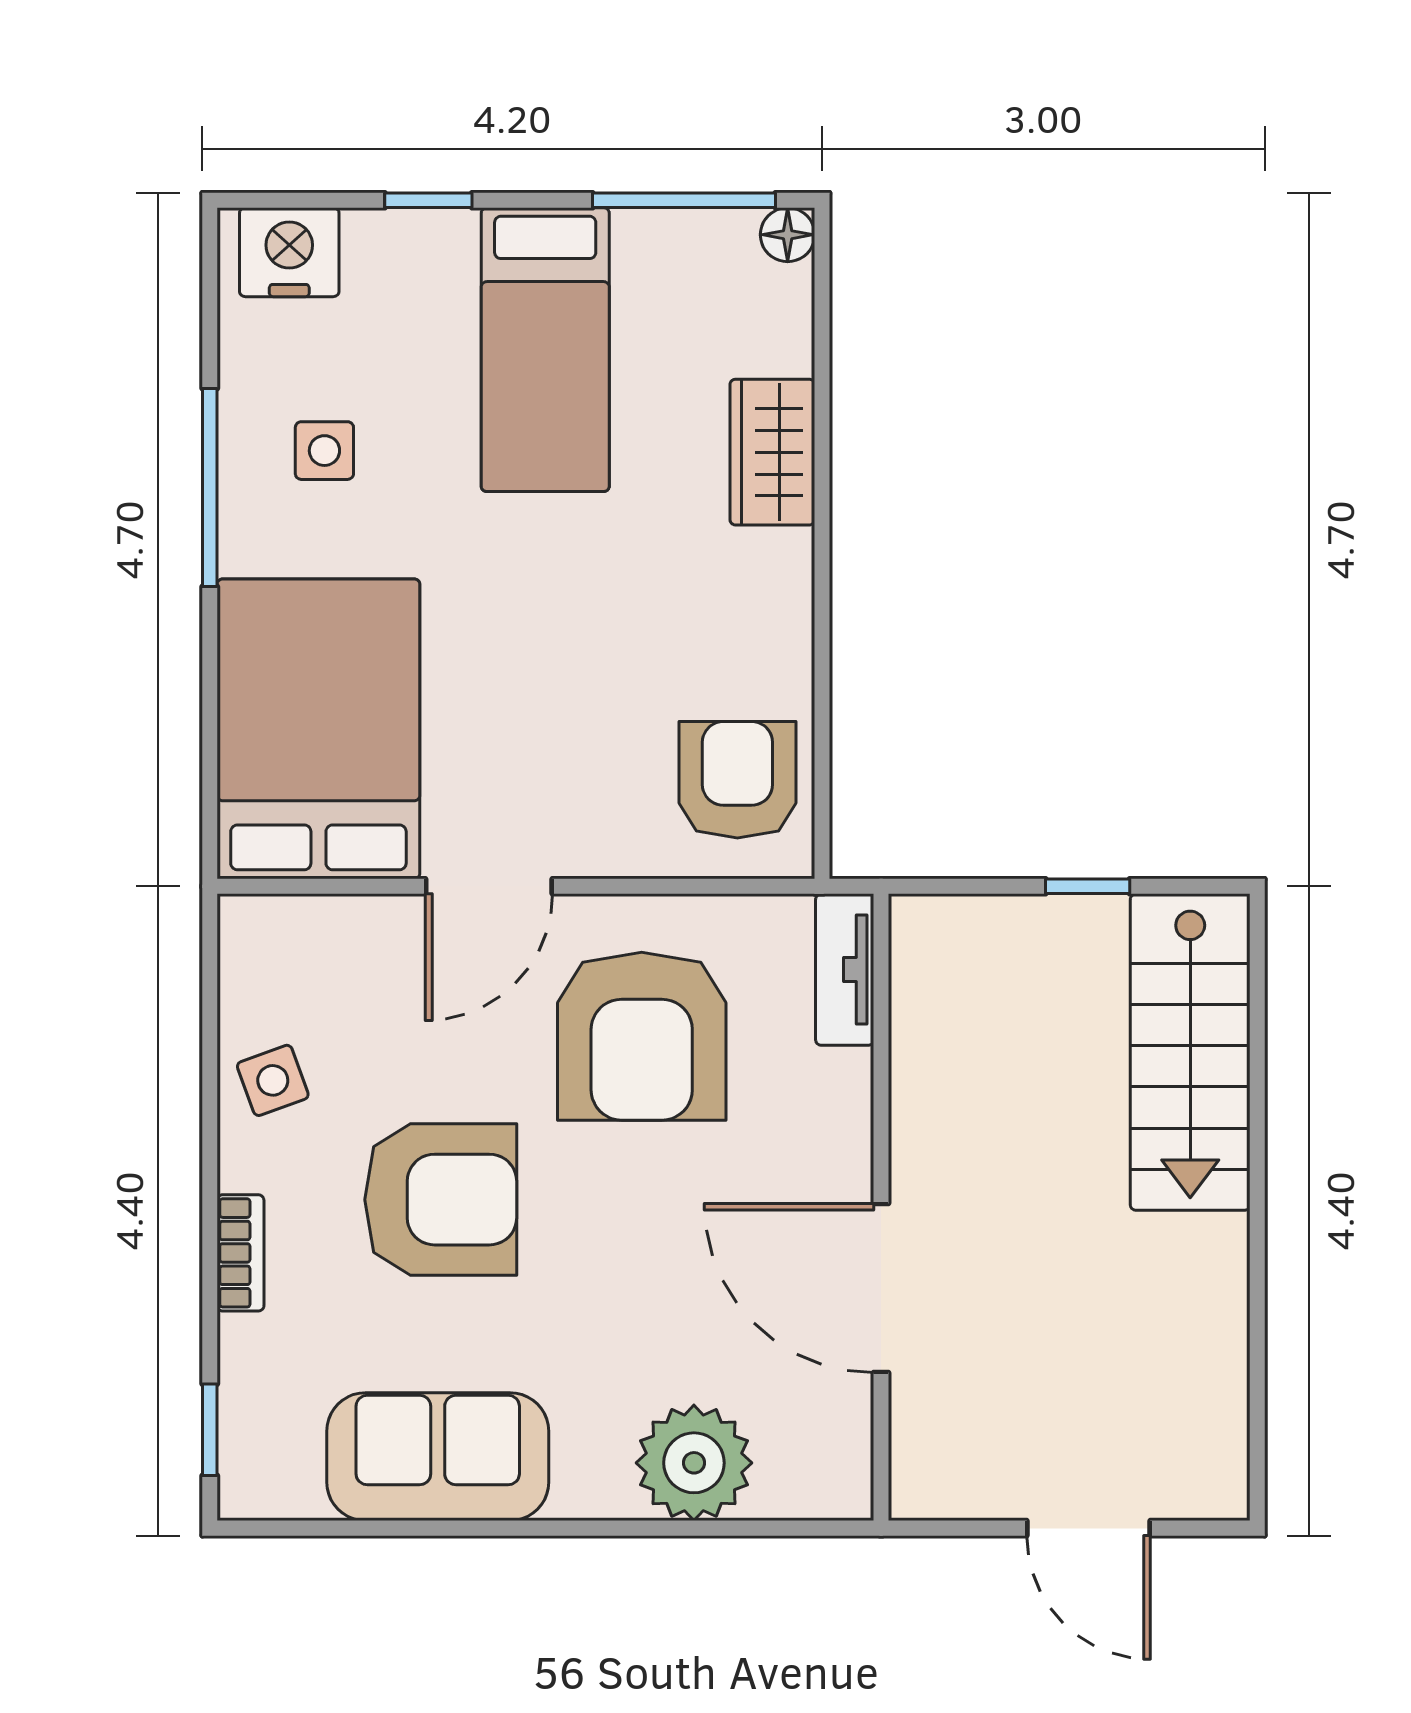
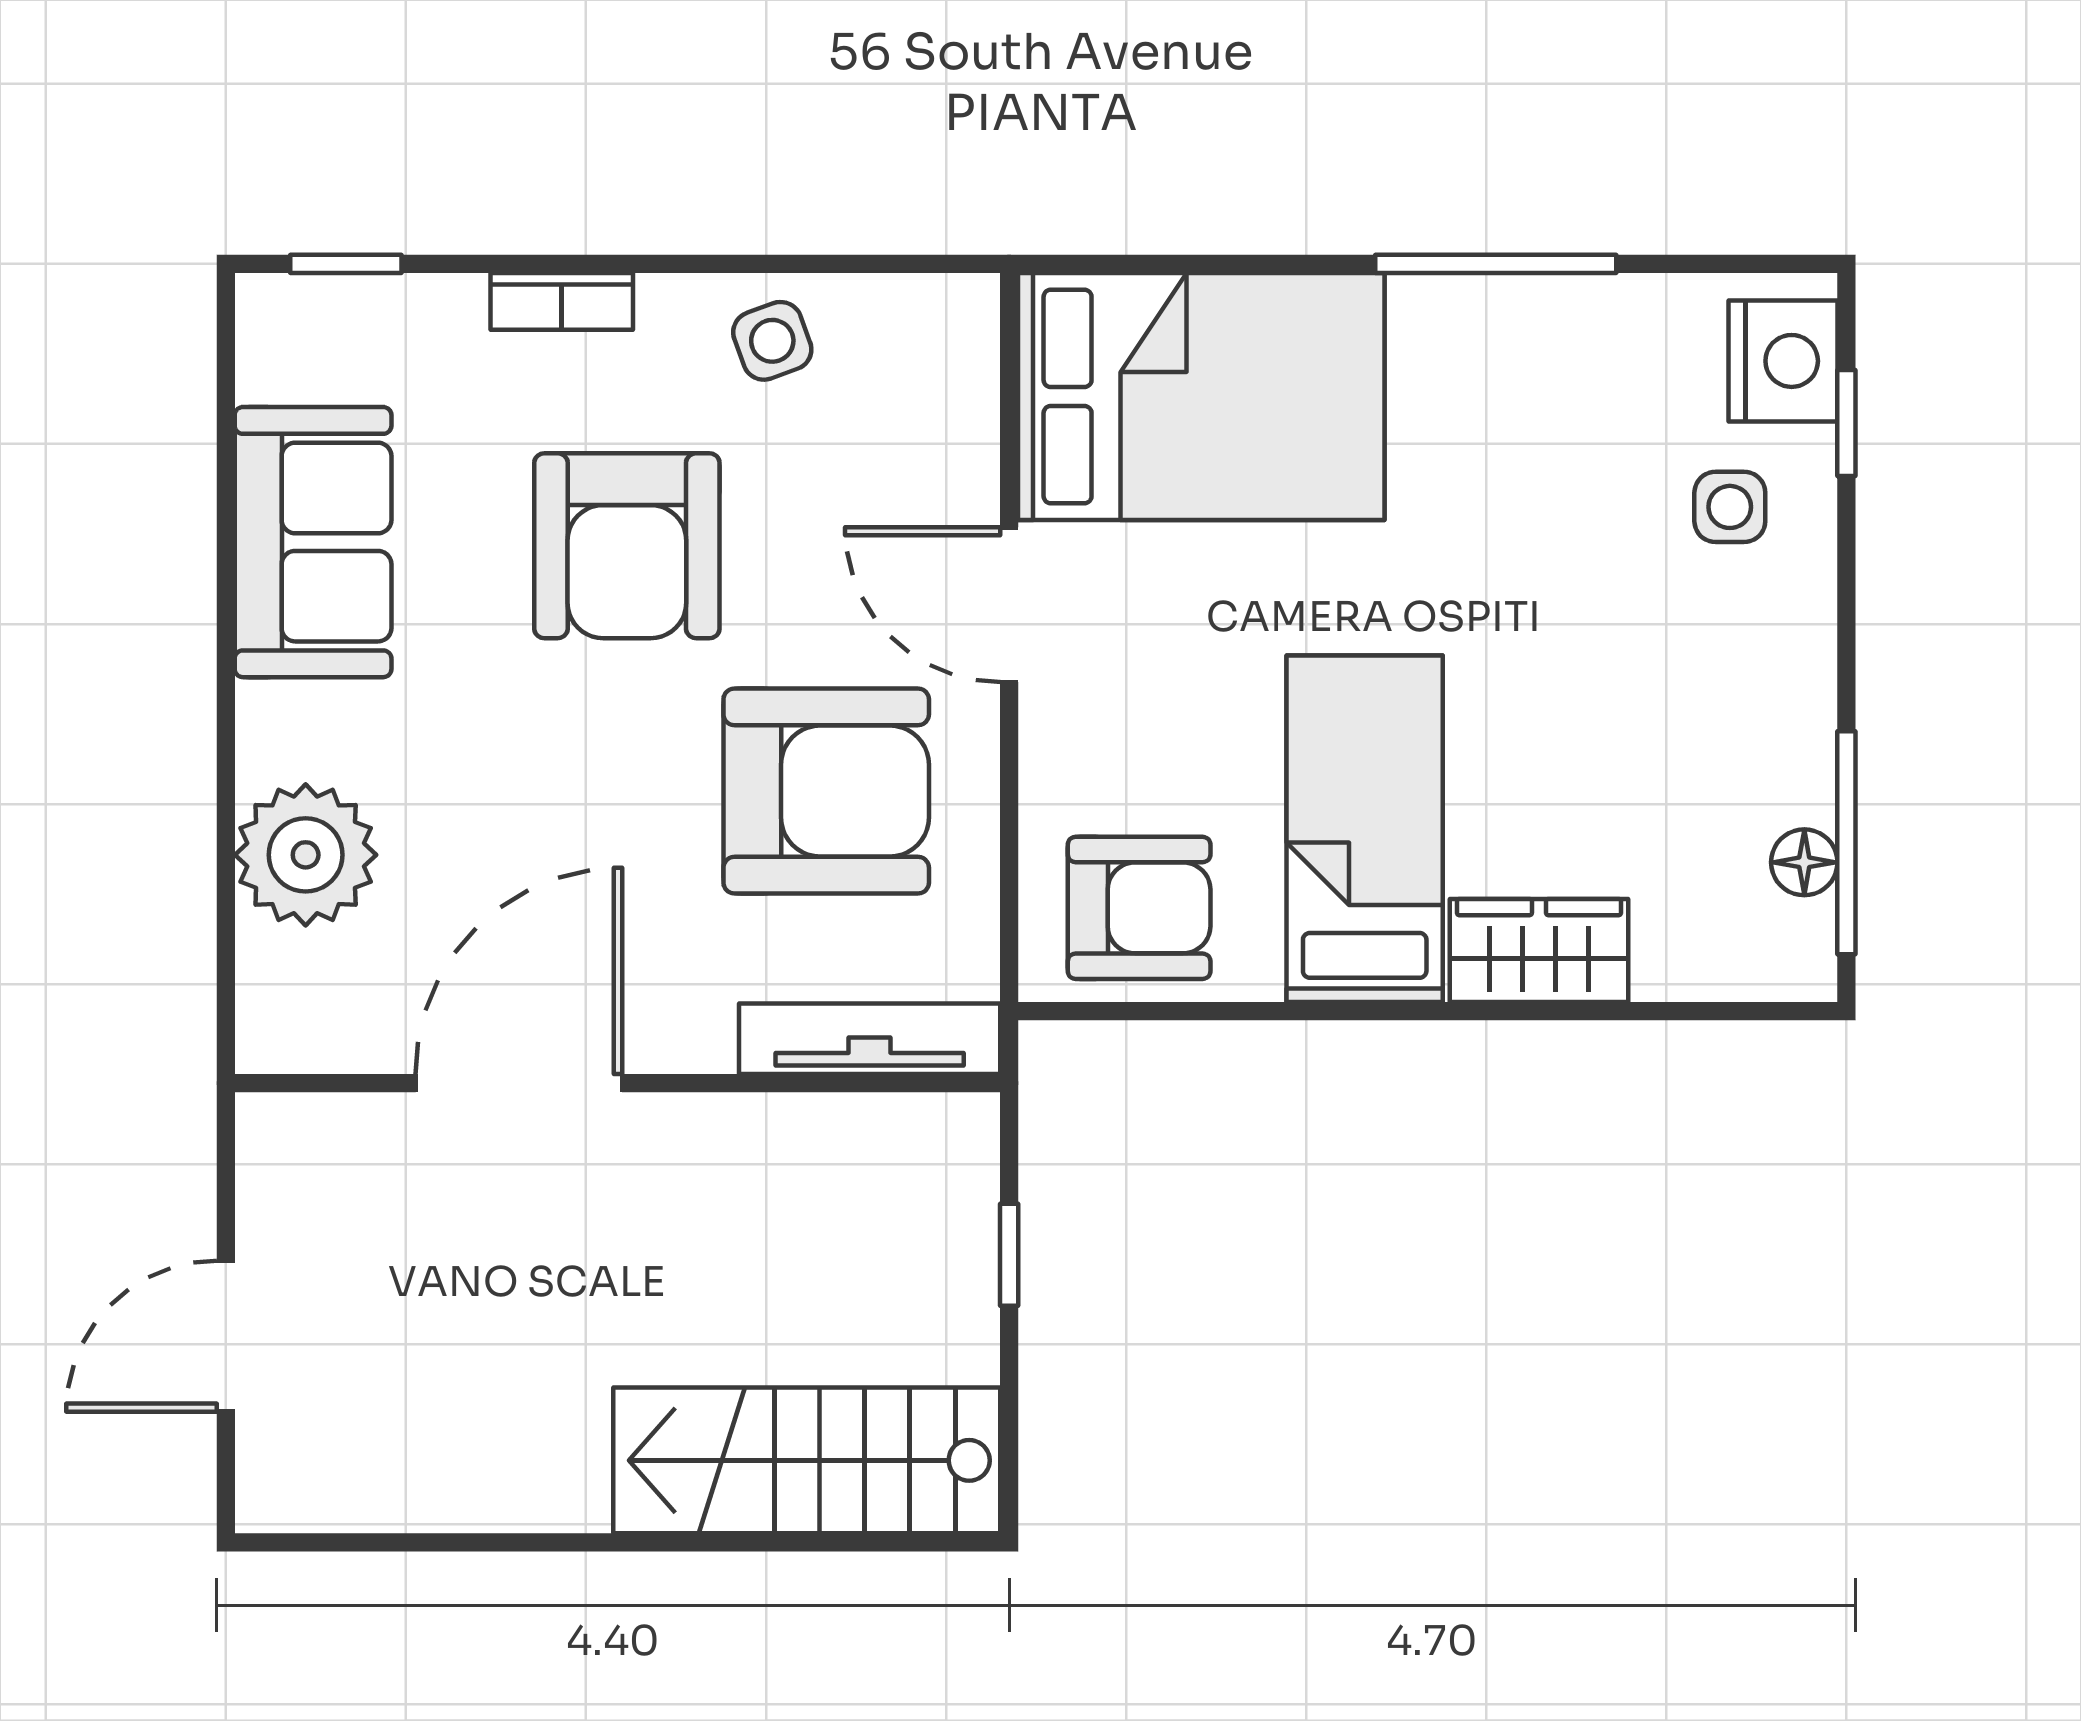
window: (428, 200) -> (1846, 423), moved
floor lamp: (788, 235) -> (1804, 862), moved
bed: (545, 350) -> (1365, 829), moved, turned 90
side table: (324, 451) -> (1730, 507), moved
window: (1088, 886) -> (1009, 1255), moved
tv unit: (845, 970) -> (870, 1039), width x1.41
armchair: (642, 1036) -> (826, 791), turned 180

